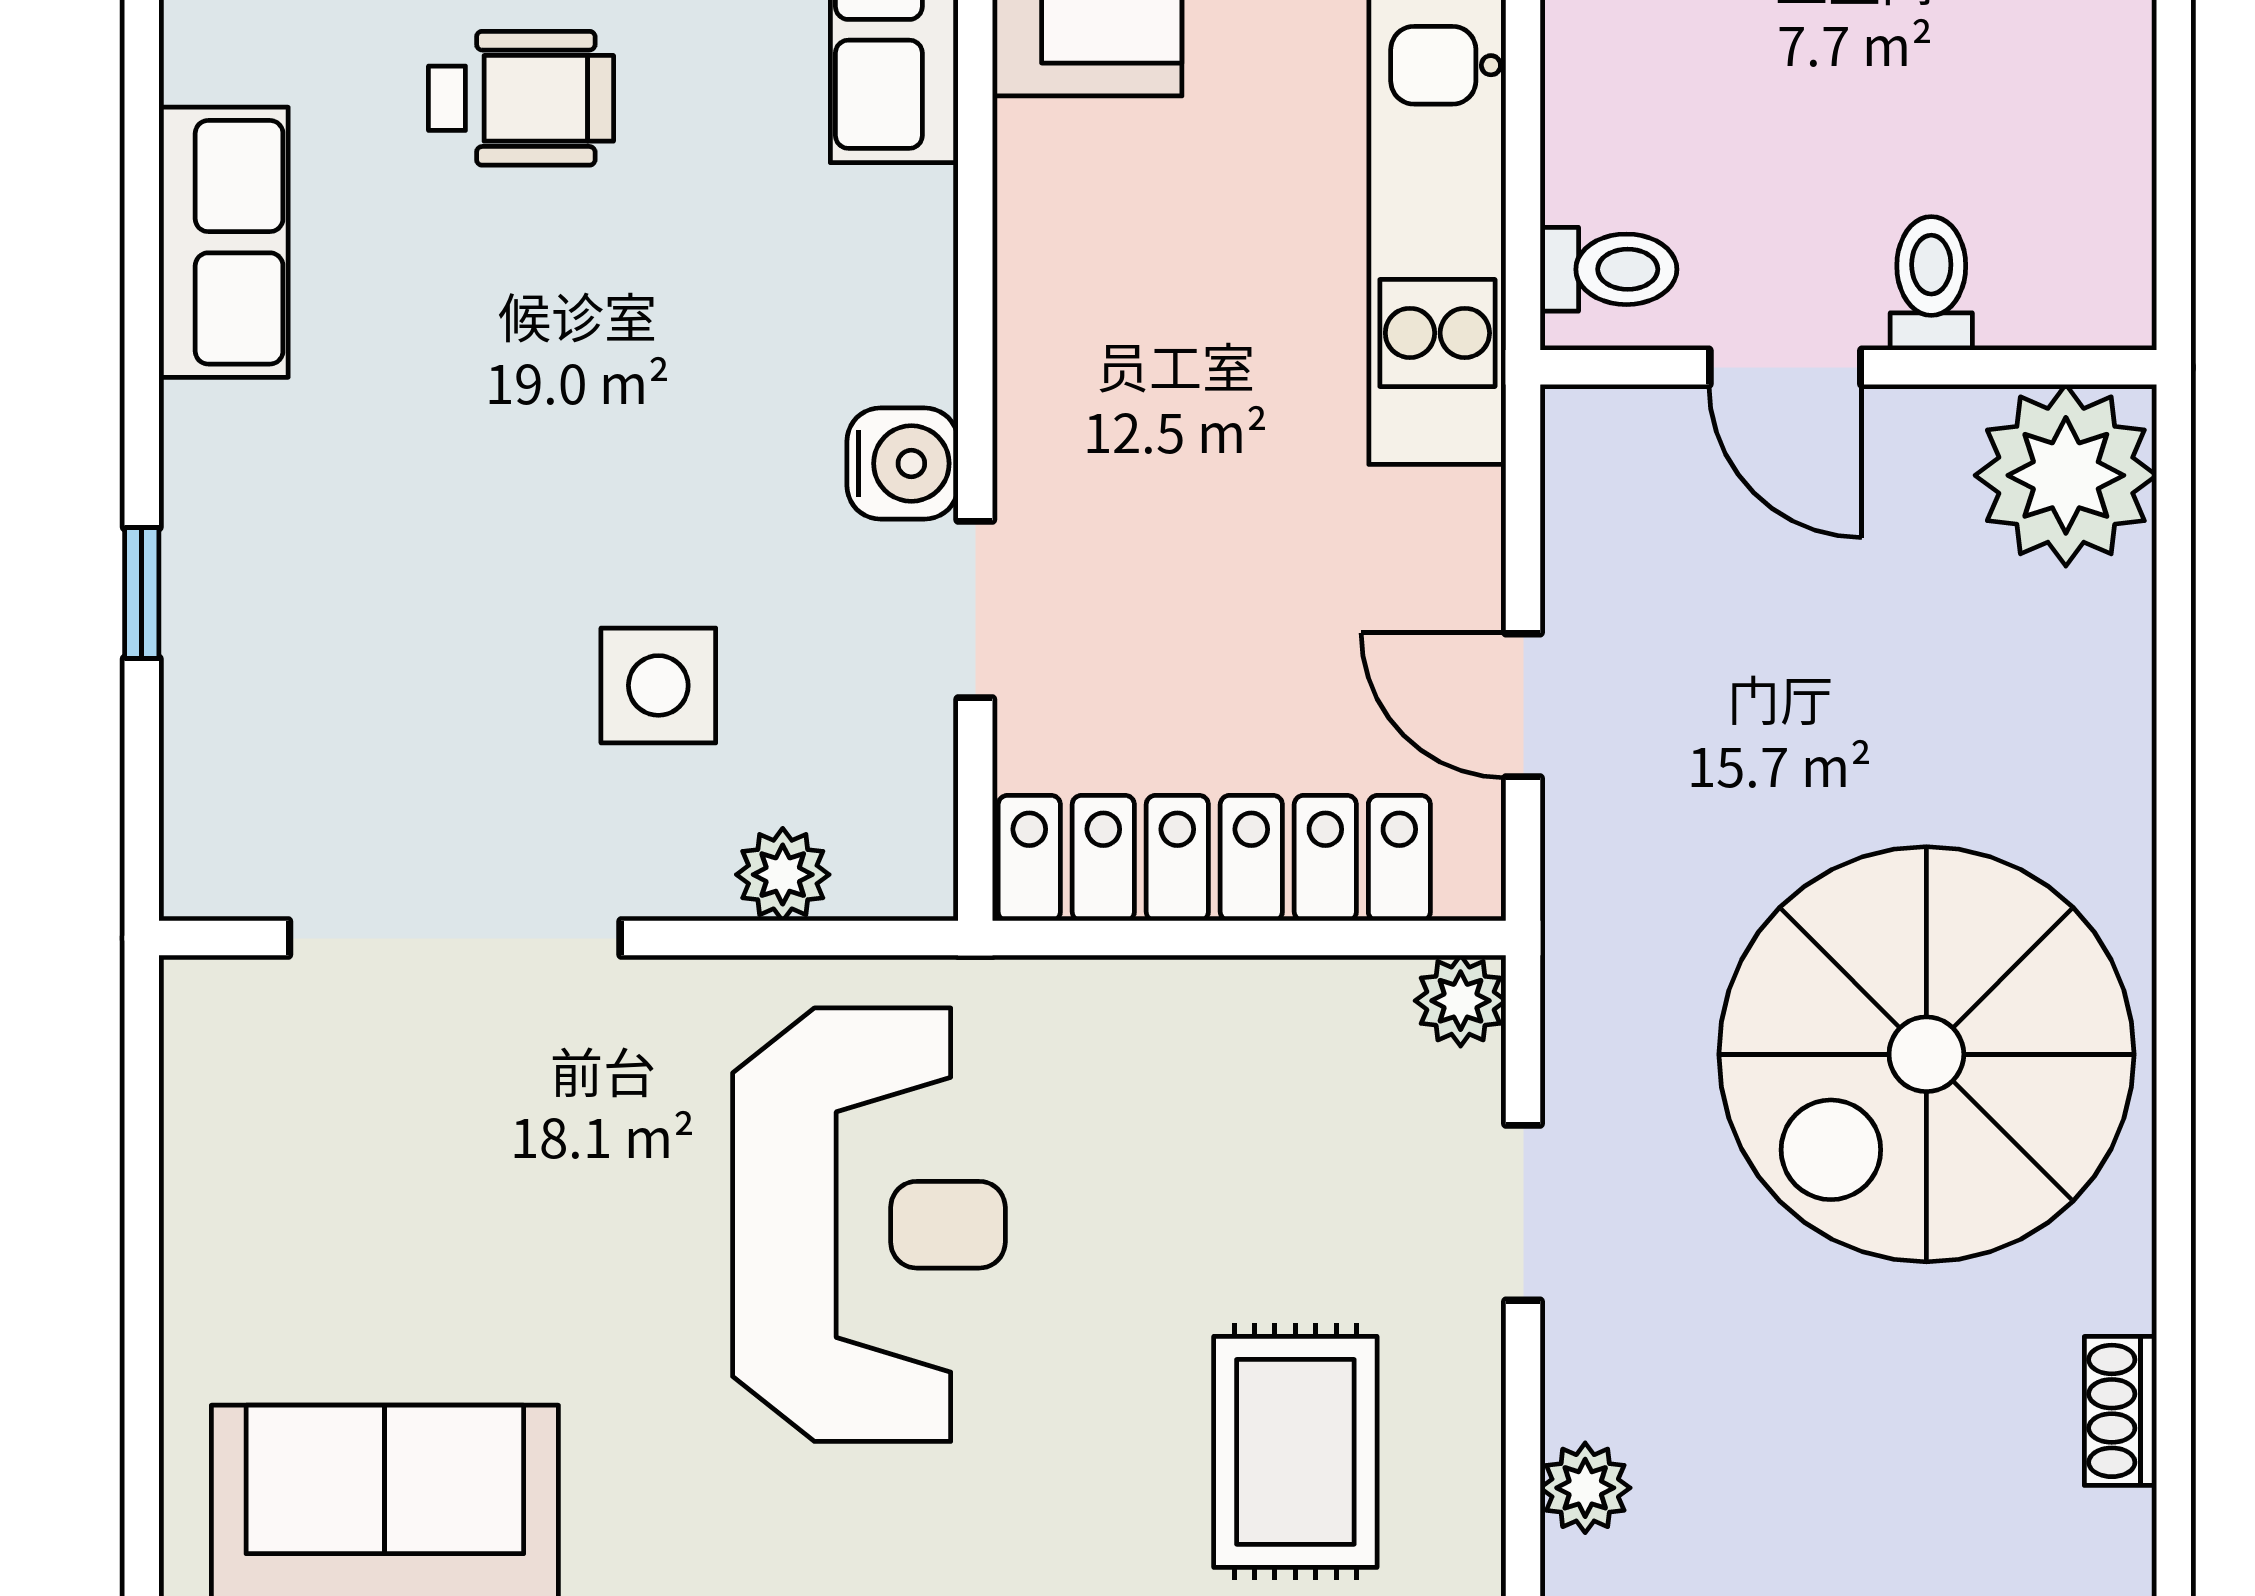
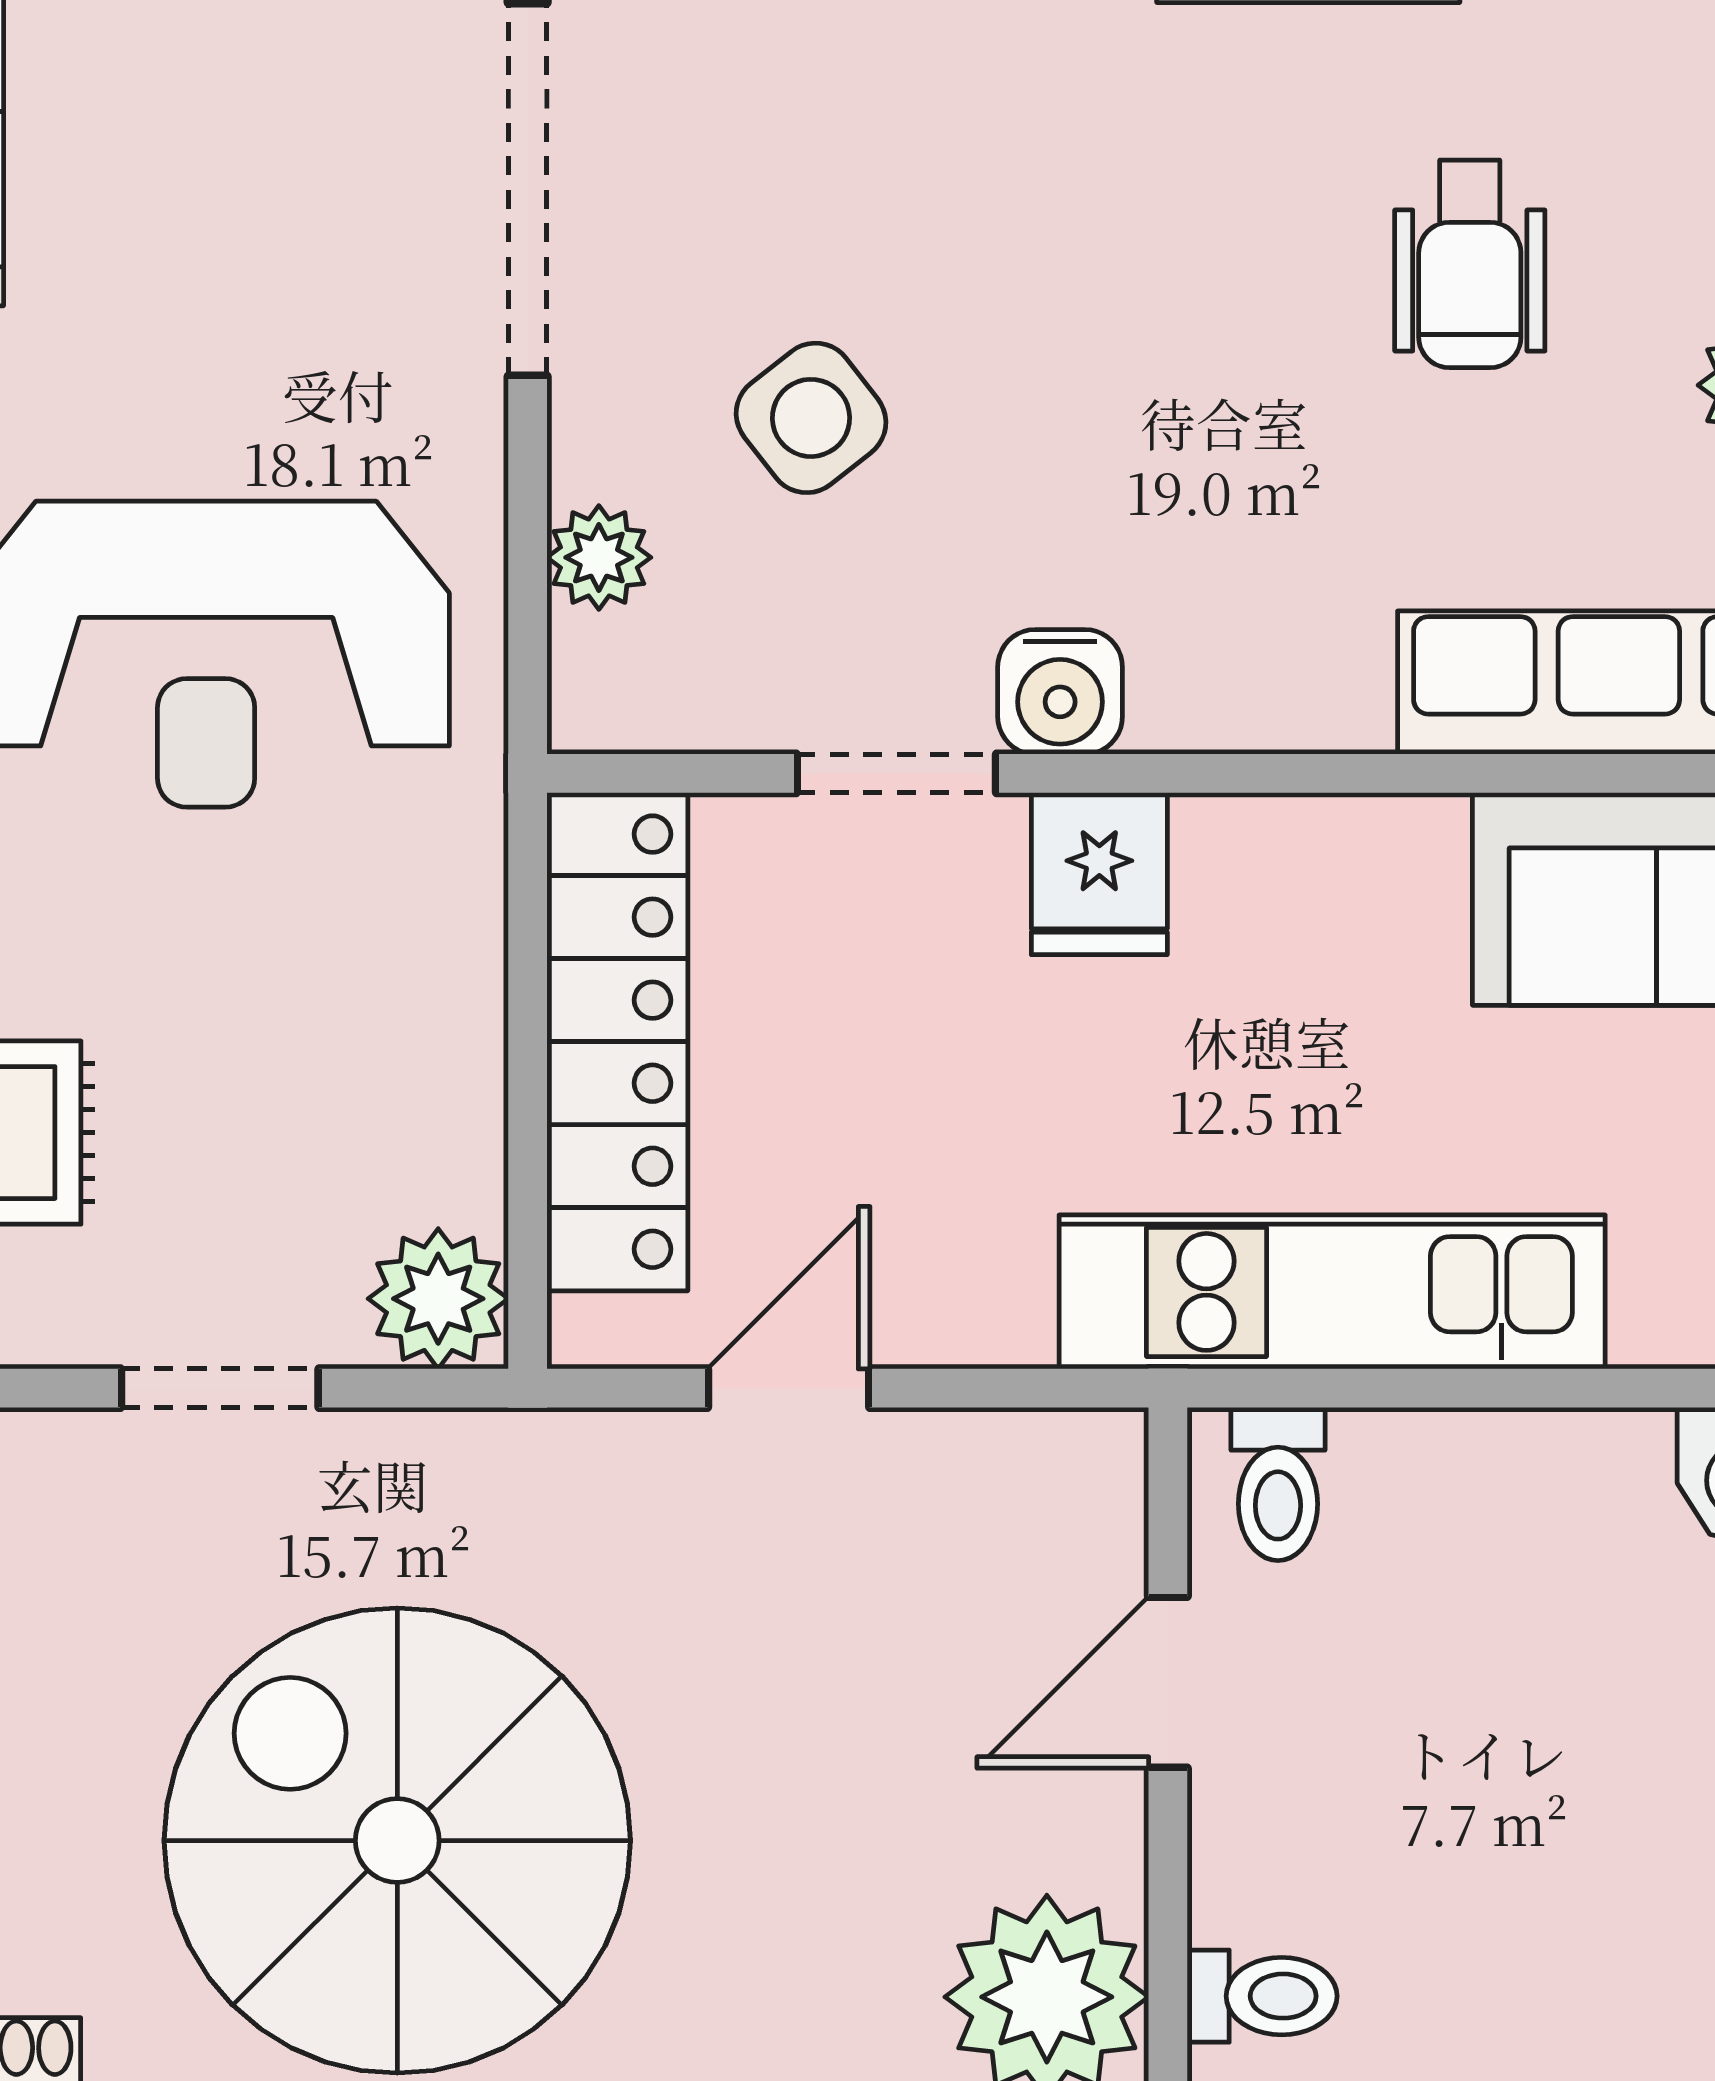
toilet: (1931, 283) -> (1262, 1996), moved
fridge: (1065, 429) -> (1099, 874), added
side table: (658, 685) -> (811, 418), turned -38
plant: (1461, 1001) -> (438, 1299), width x1.38, depth x1.38

